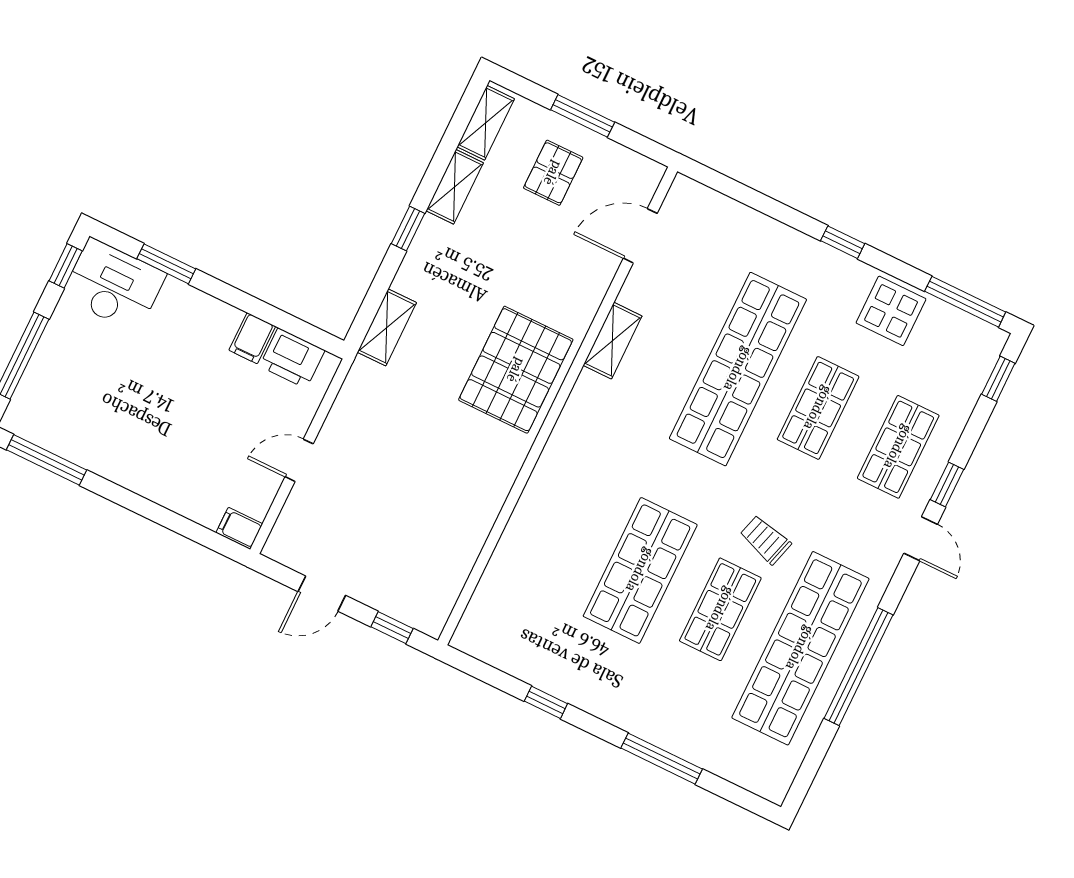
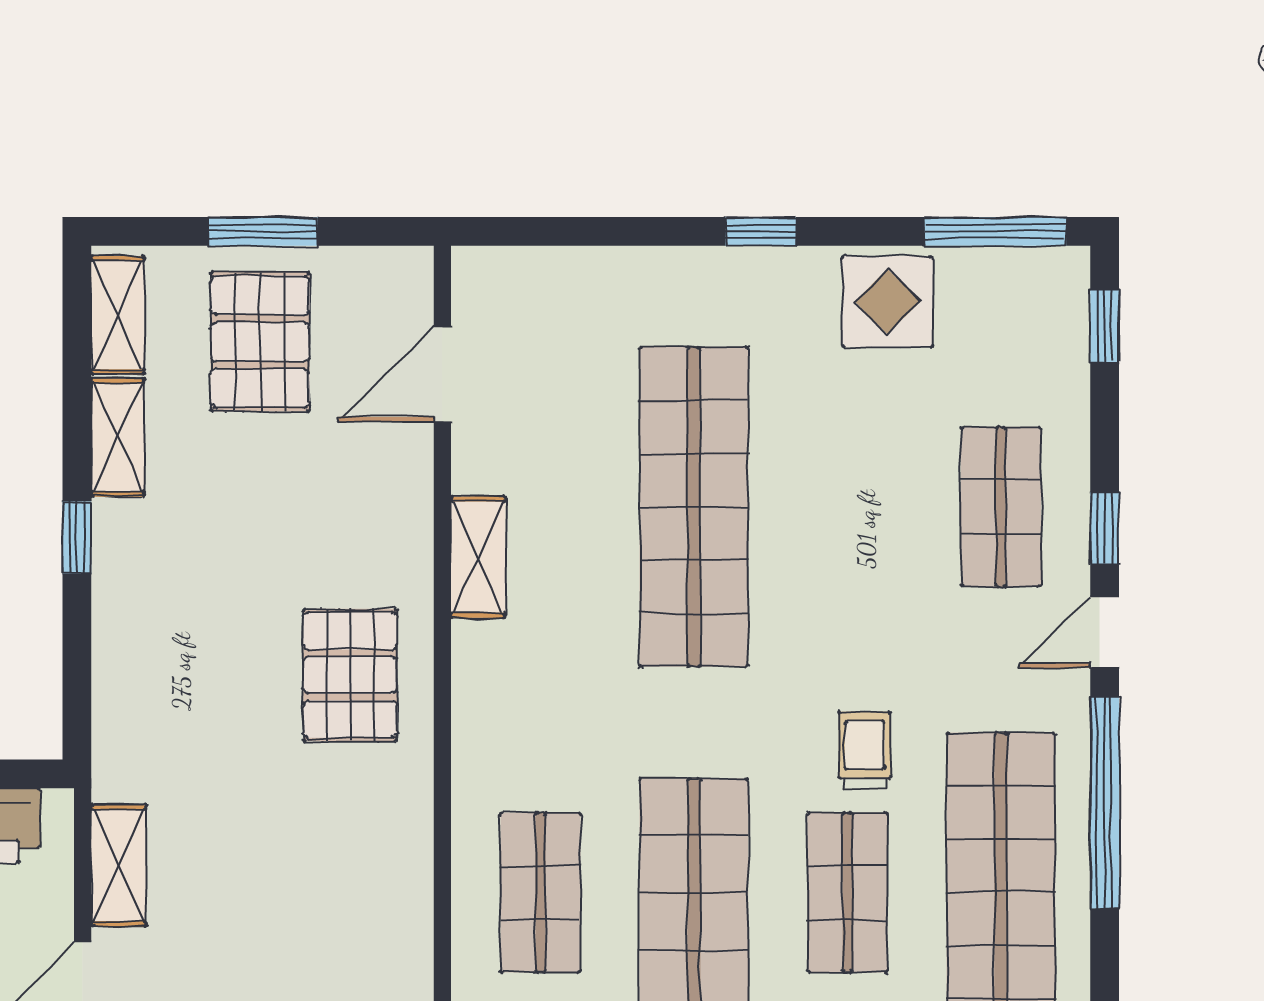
pallet: (553, 173) -> (260, 342), width x1.50, depth x1.42
shelving: (387, 327) -> (119, 865), moved
pallet: (516, 370) -> (350, 675), width x0.73, depth x0.71
shop shelf: (818, 408) -> (541, 892), moved
door: (921, 539) -> (1105, 633), swing flipped
trolley: (765, 540) -> (865, 750), turned 74
window: (859, 667) -> (1105, 803), moved

